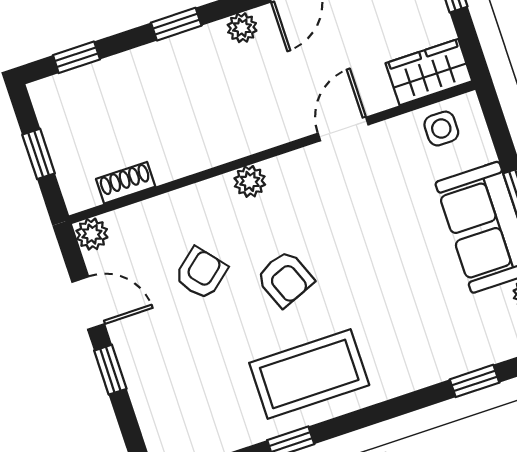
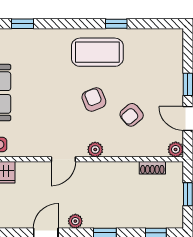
door: (343, 129) -> (63, 159), moved

